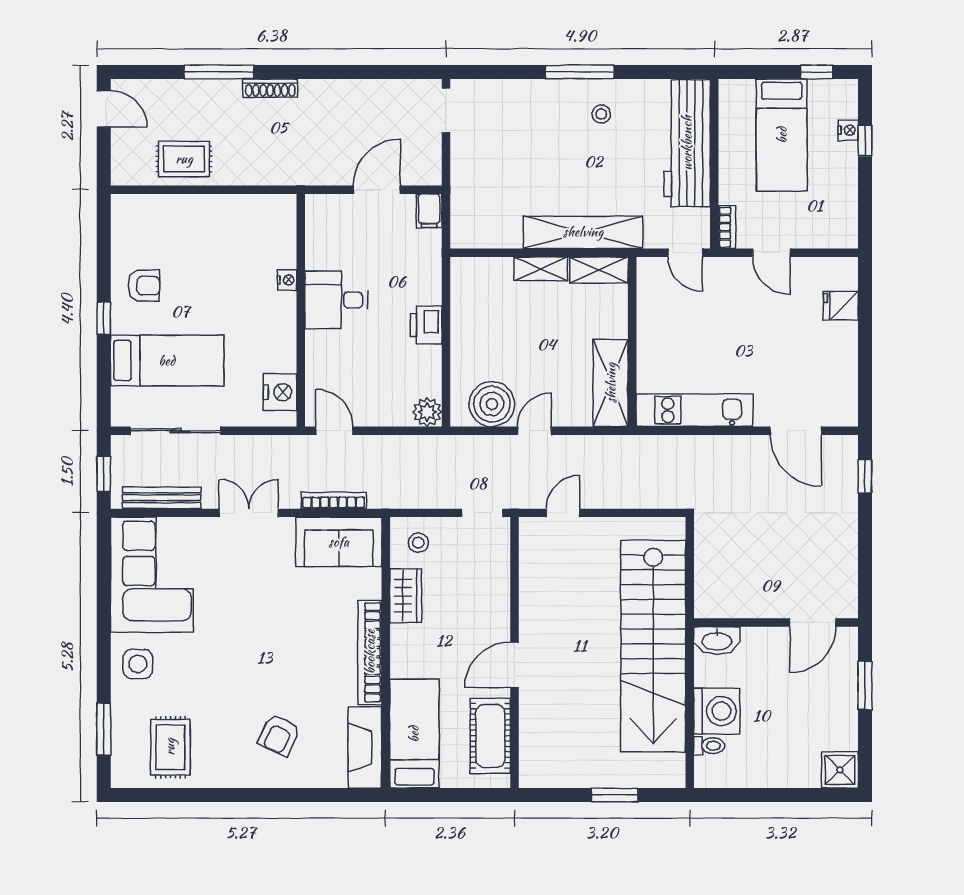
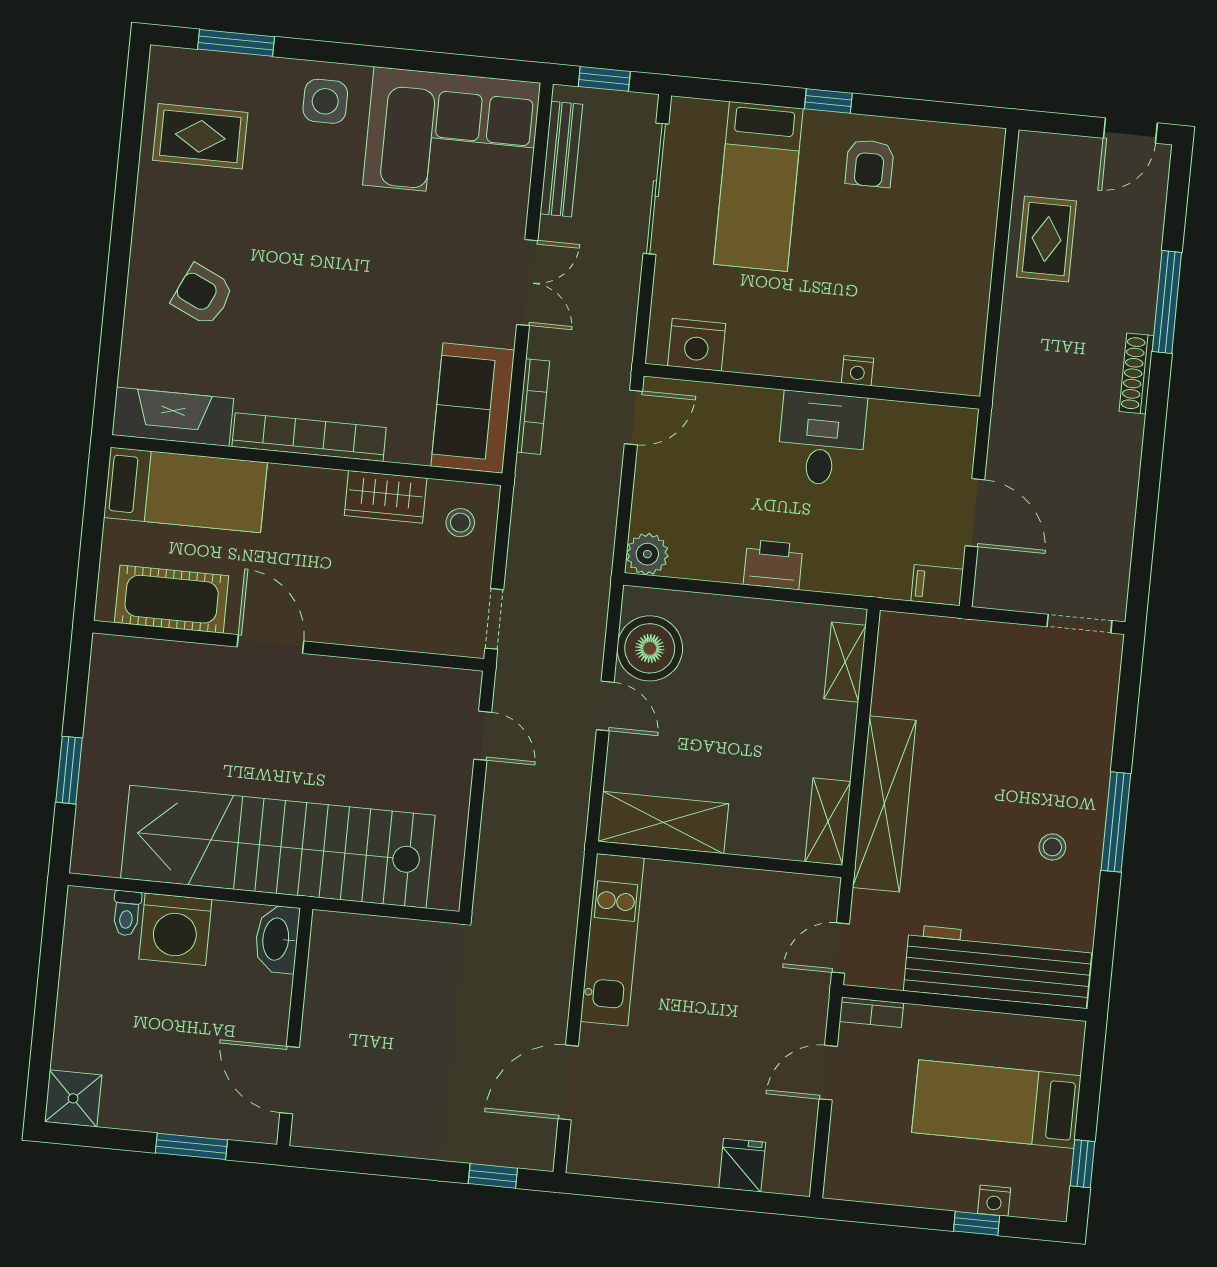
shelving: (541, 269) -> (845, 662), moved

